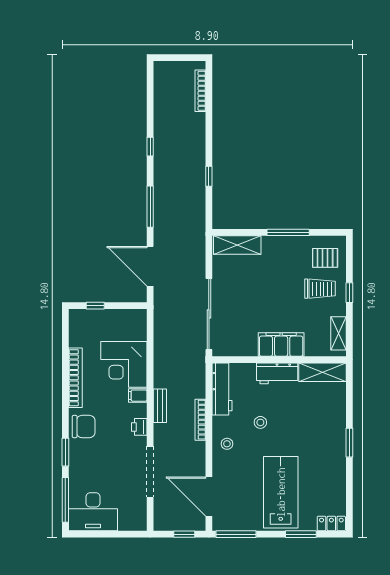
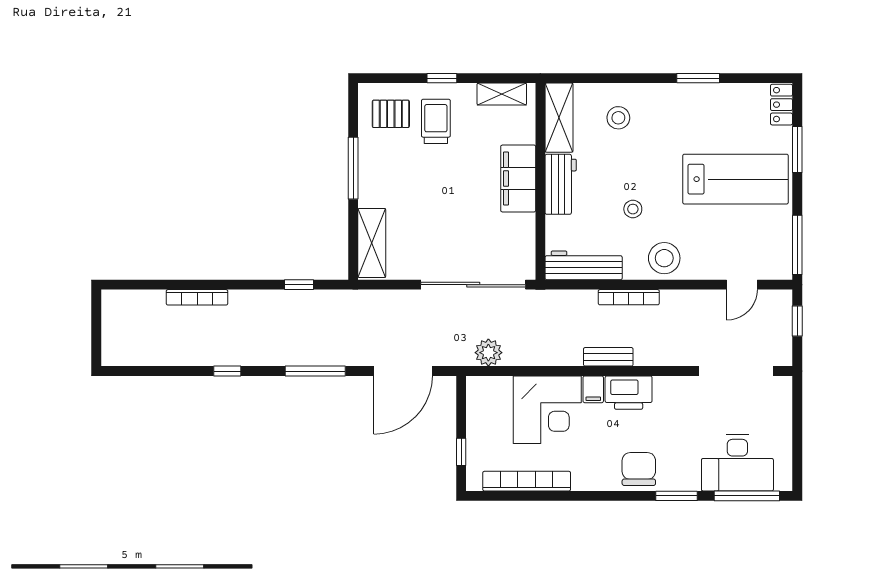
bookcase: (200, 91) -> (197, 297), moved
window: (209, 176) -> (299, 285), moved
pallet: (325, 258) -> (391, 114), turned 90
plant: (163, 324) -> (488, 353), added
bookcase: (75, 378) -> (527, 481), moved
stool: (322, 413) -> (618, 118), added
printer: (139, 427) -> (629, 393), width x1.87, depth x1.48
window: (349, 443) -> (698, 78), moved
stool: (227, 444) -> (664, 258), width x1.89, depth x1.89
doorway: (150, 472) -> (736, 371), moved
lab bench: (281, 492) -> (736, 179), turned 180
door: (209, 497) -> (742, 285), width x0.53
desk: (93, 512) -> (737, 463), moved, turned 90

